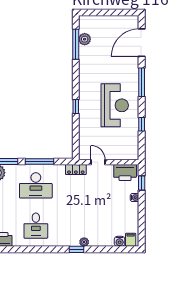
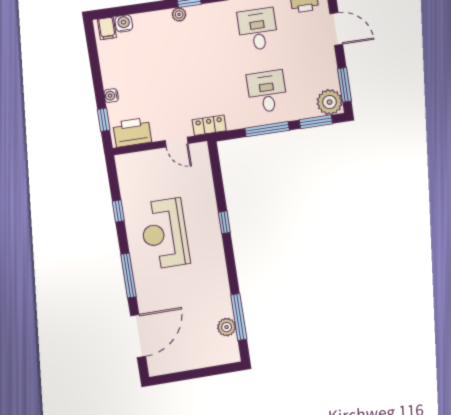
desk: (36, 185) -> (267, 92), width x0.73

